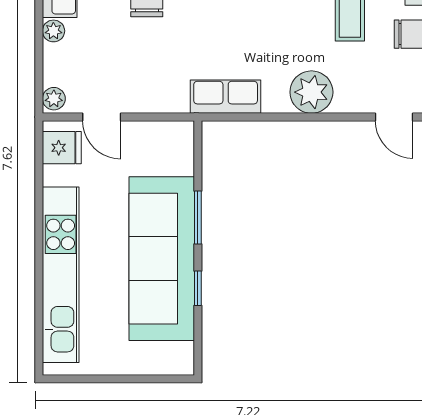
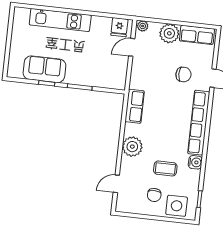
plant: (53, 31) -> (169, 33), width x1.88, depth x1.88
sofa: (162, 259) -> (44, 69), width x0.54, depth x0.79
kitchen unit: (61, 275) -> (60, 20), width x0.73

